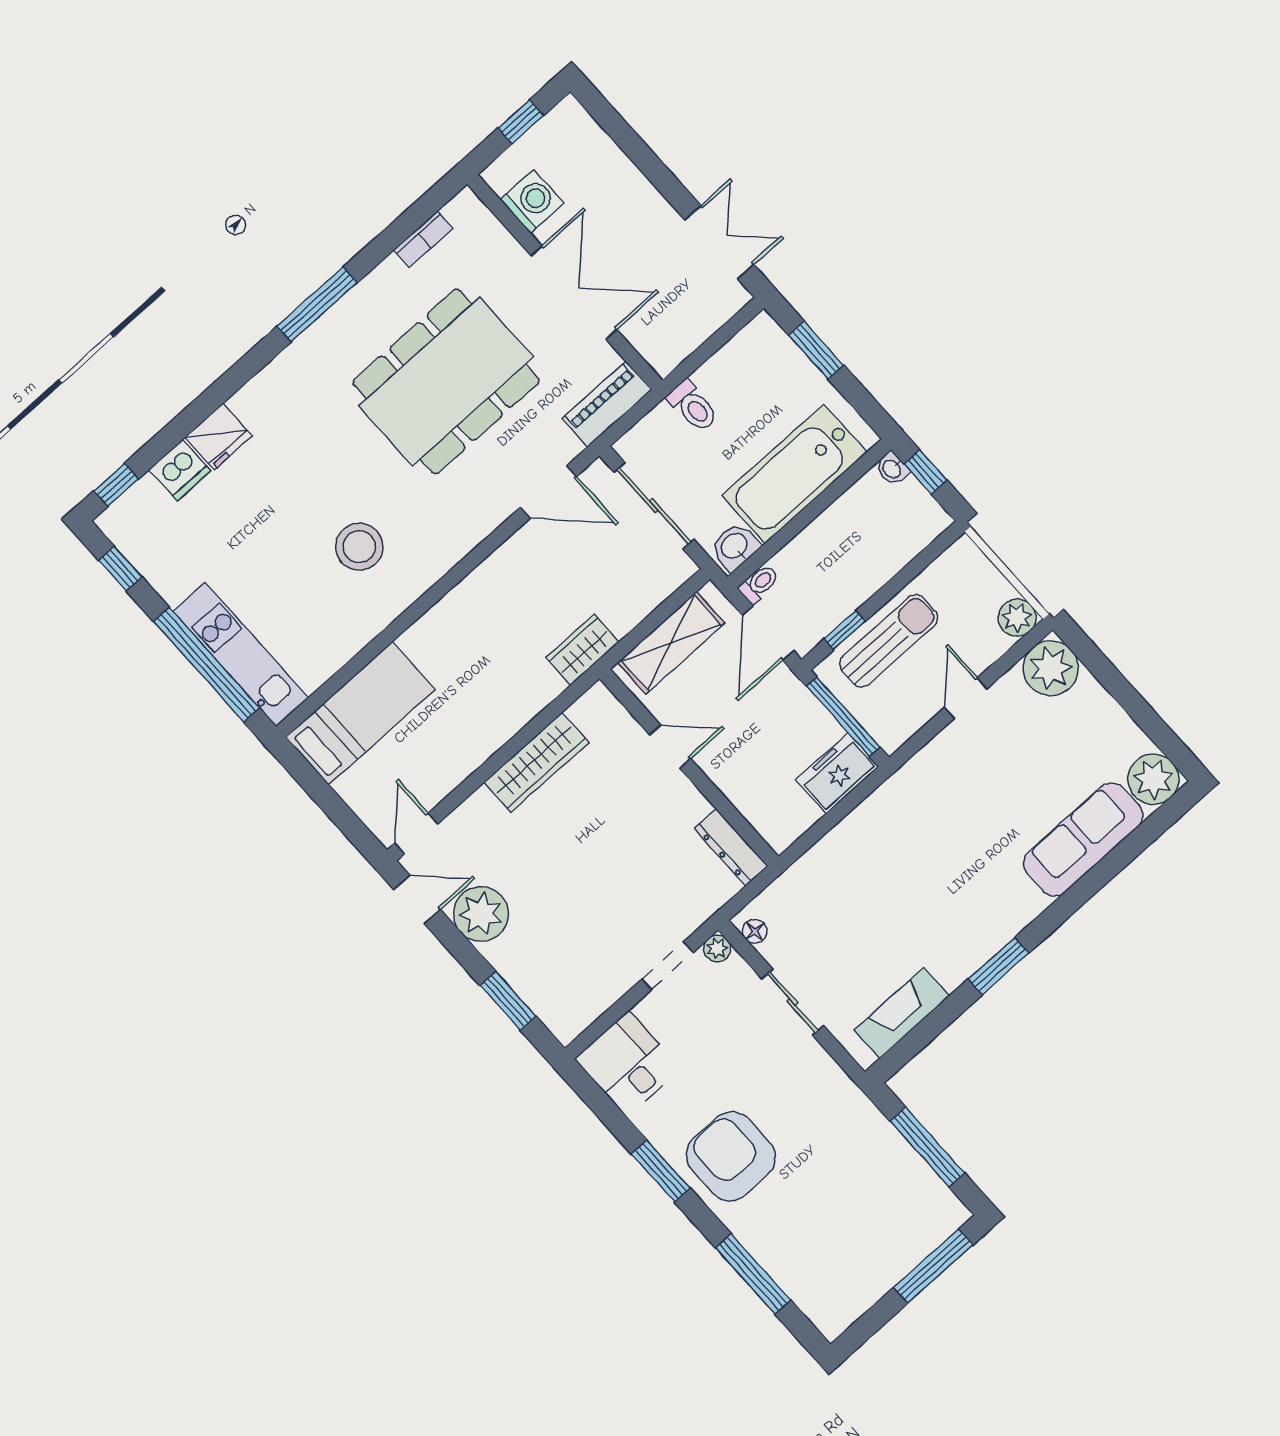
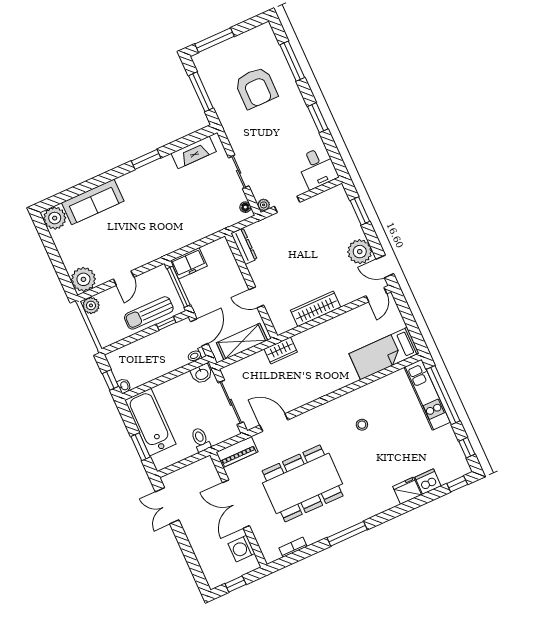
bathtub: (794, 474) -> (150, 422), moved, turned -90
stool: (359, 547) -> (362, 425), width x0.53, depth x0.53
armchair: (731, 1156) -> (256, 88), moved

